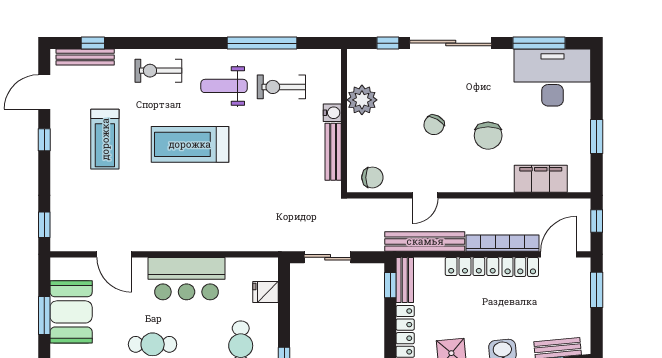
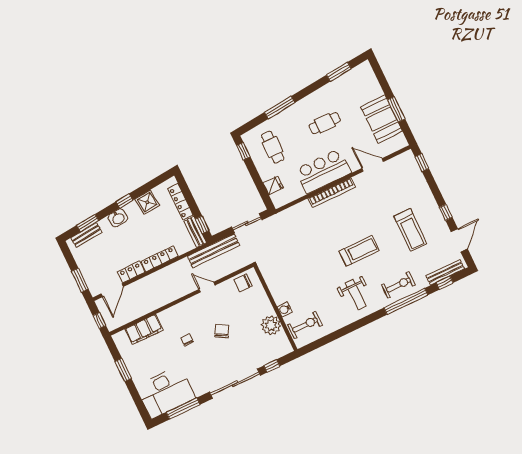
window: (262, 43) -> (406, 301), moved
weight bench: (224, 86) -> (356, 295), turned 90
exercise bike: (281, 87) -> (305, 325), moved
chair: (488, 136) -> (187, 340), width x0.54, depth x0.54
treadmill: (105, 139) -> (410, 230), turned 180
treadmill: (190, 144) -> (359, 251), width x0.73, depth x0.73
bench: (333, 152) -> (273, 287), removed
door: (425, 195) -> (207, 287), hinge flipped
bench: (425, 241) -> (214, 251), moved
bookcase: (503, 243) -> (332, 193), moved

